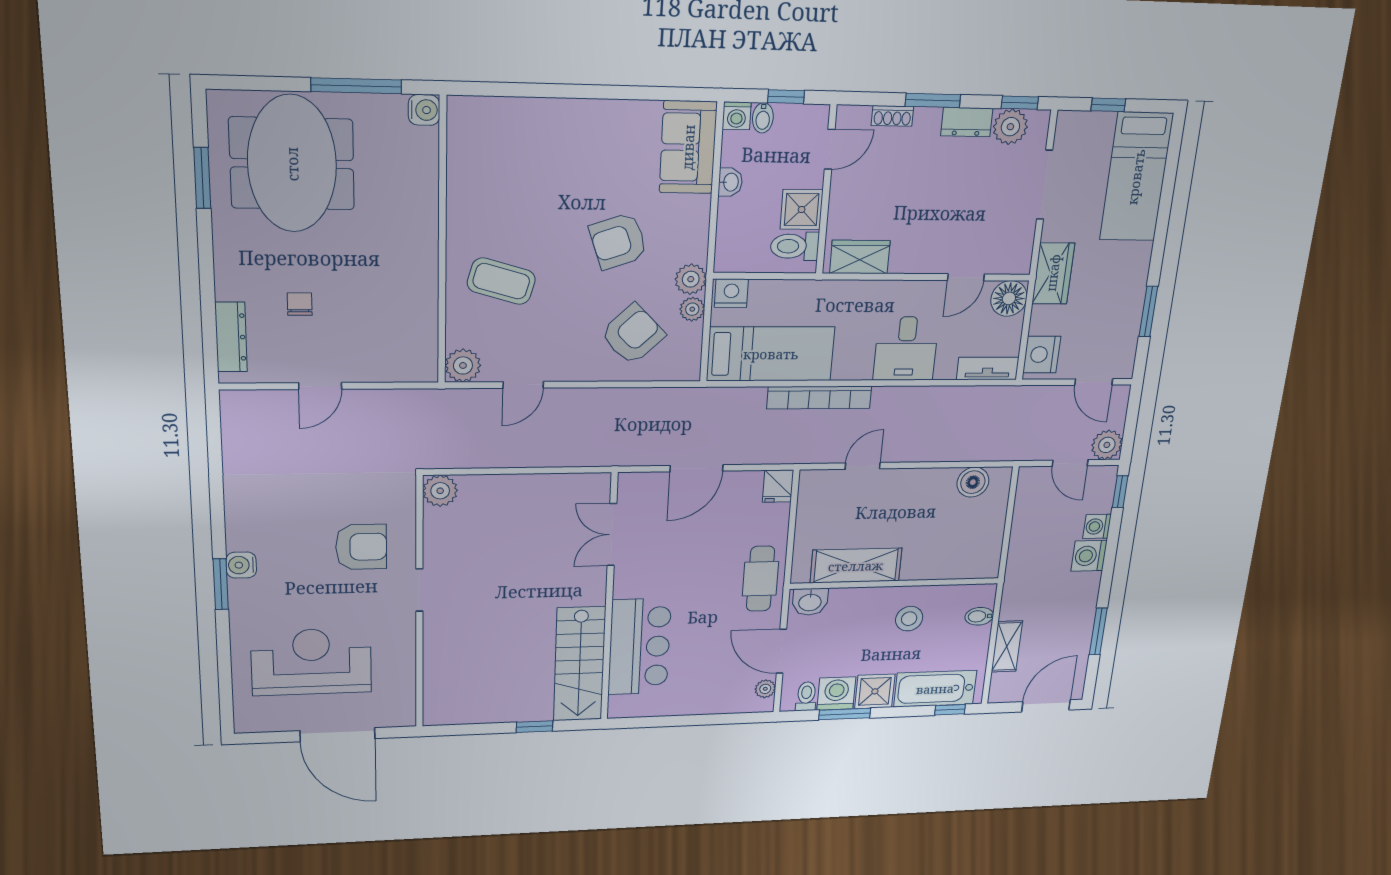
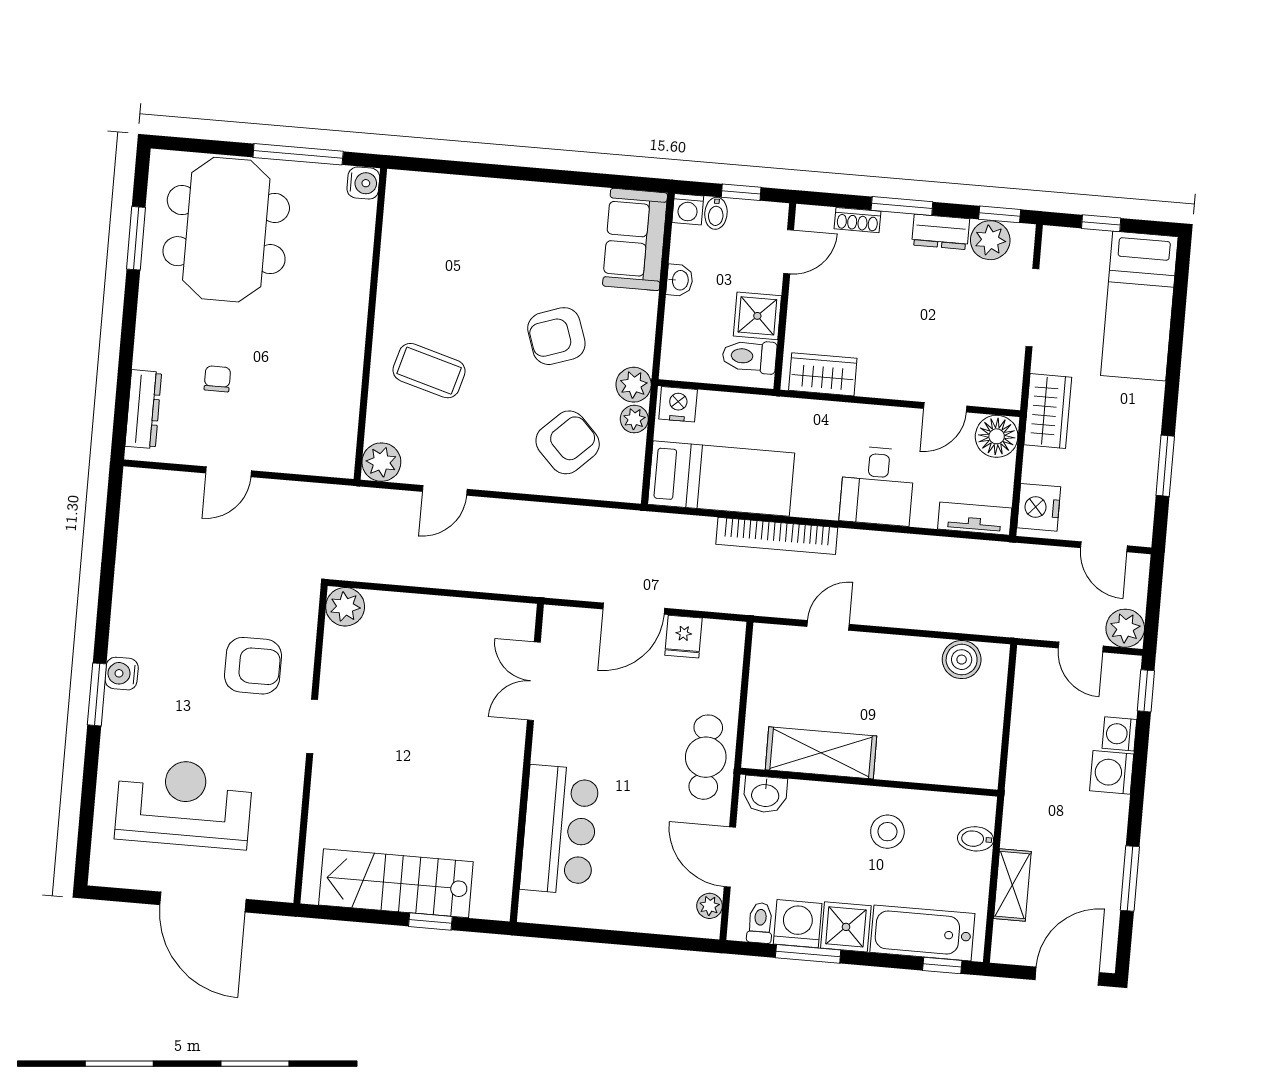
fridge: (778, 486) -> (683, 637), moved
stairs: (580, 664) -> (396, 883), moved, turned 90

